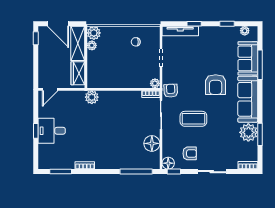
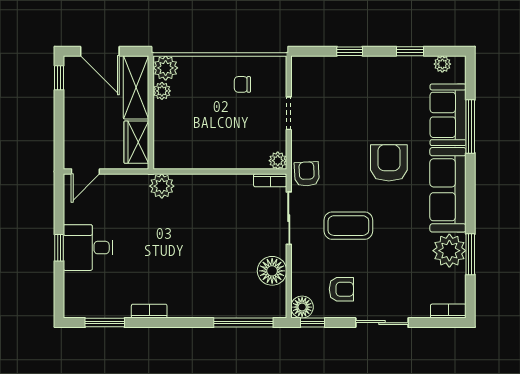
tv unit: (180, 31) -> (324, 65), removed
armchair: (216, 85) -> (389, 163), turned 180

